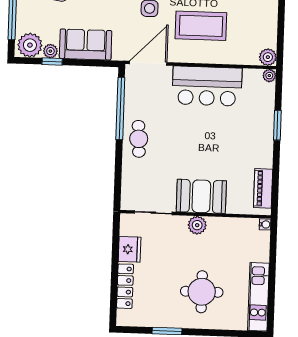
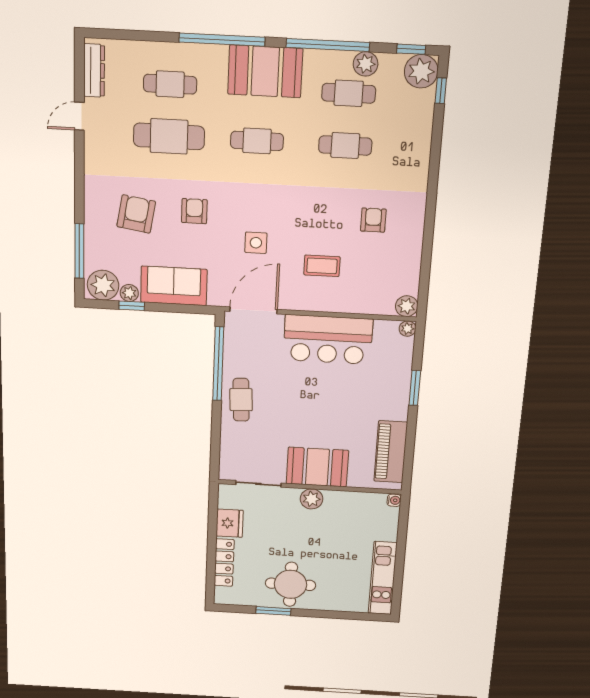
coffee table: (201, 26) -> (322, 266), width x0.54, depth x0.58
piano: (263, 188) -> (391, 452), width x1.37, depth x1.33
round table: (202, 292) -> (290, 584), moved

